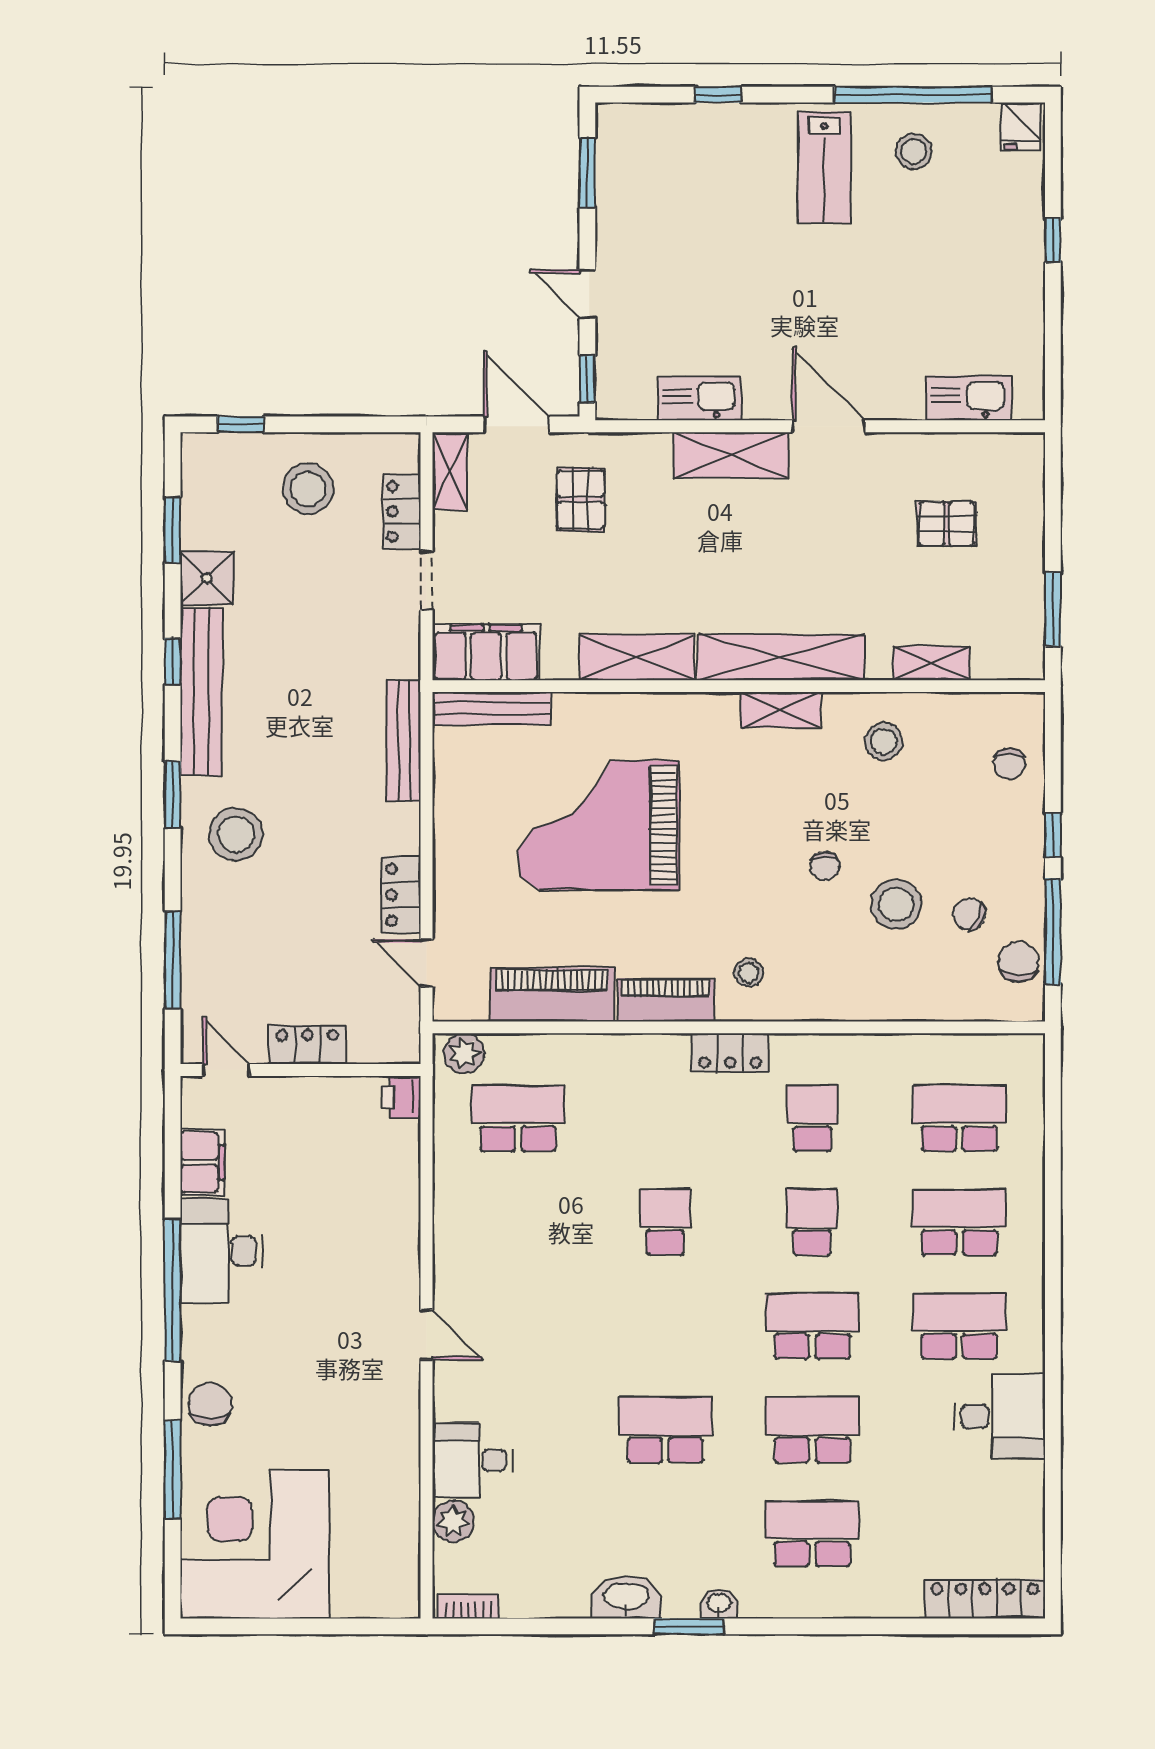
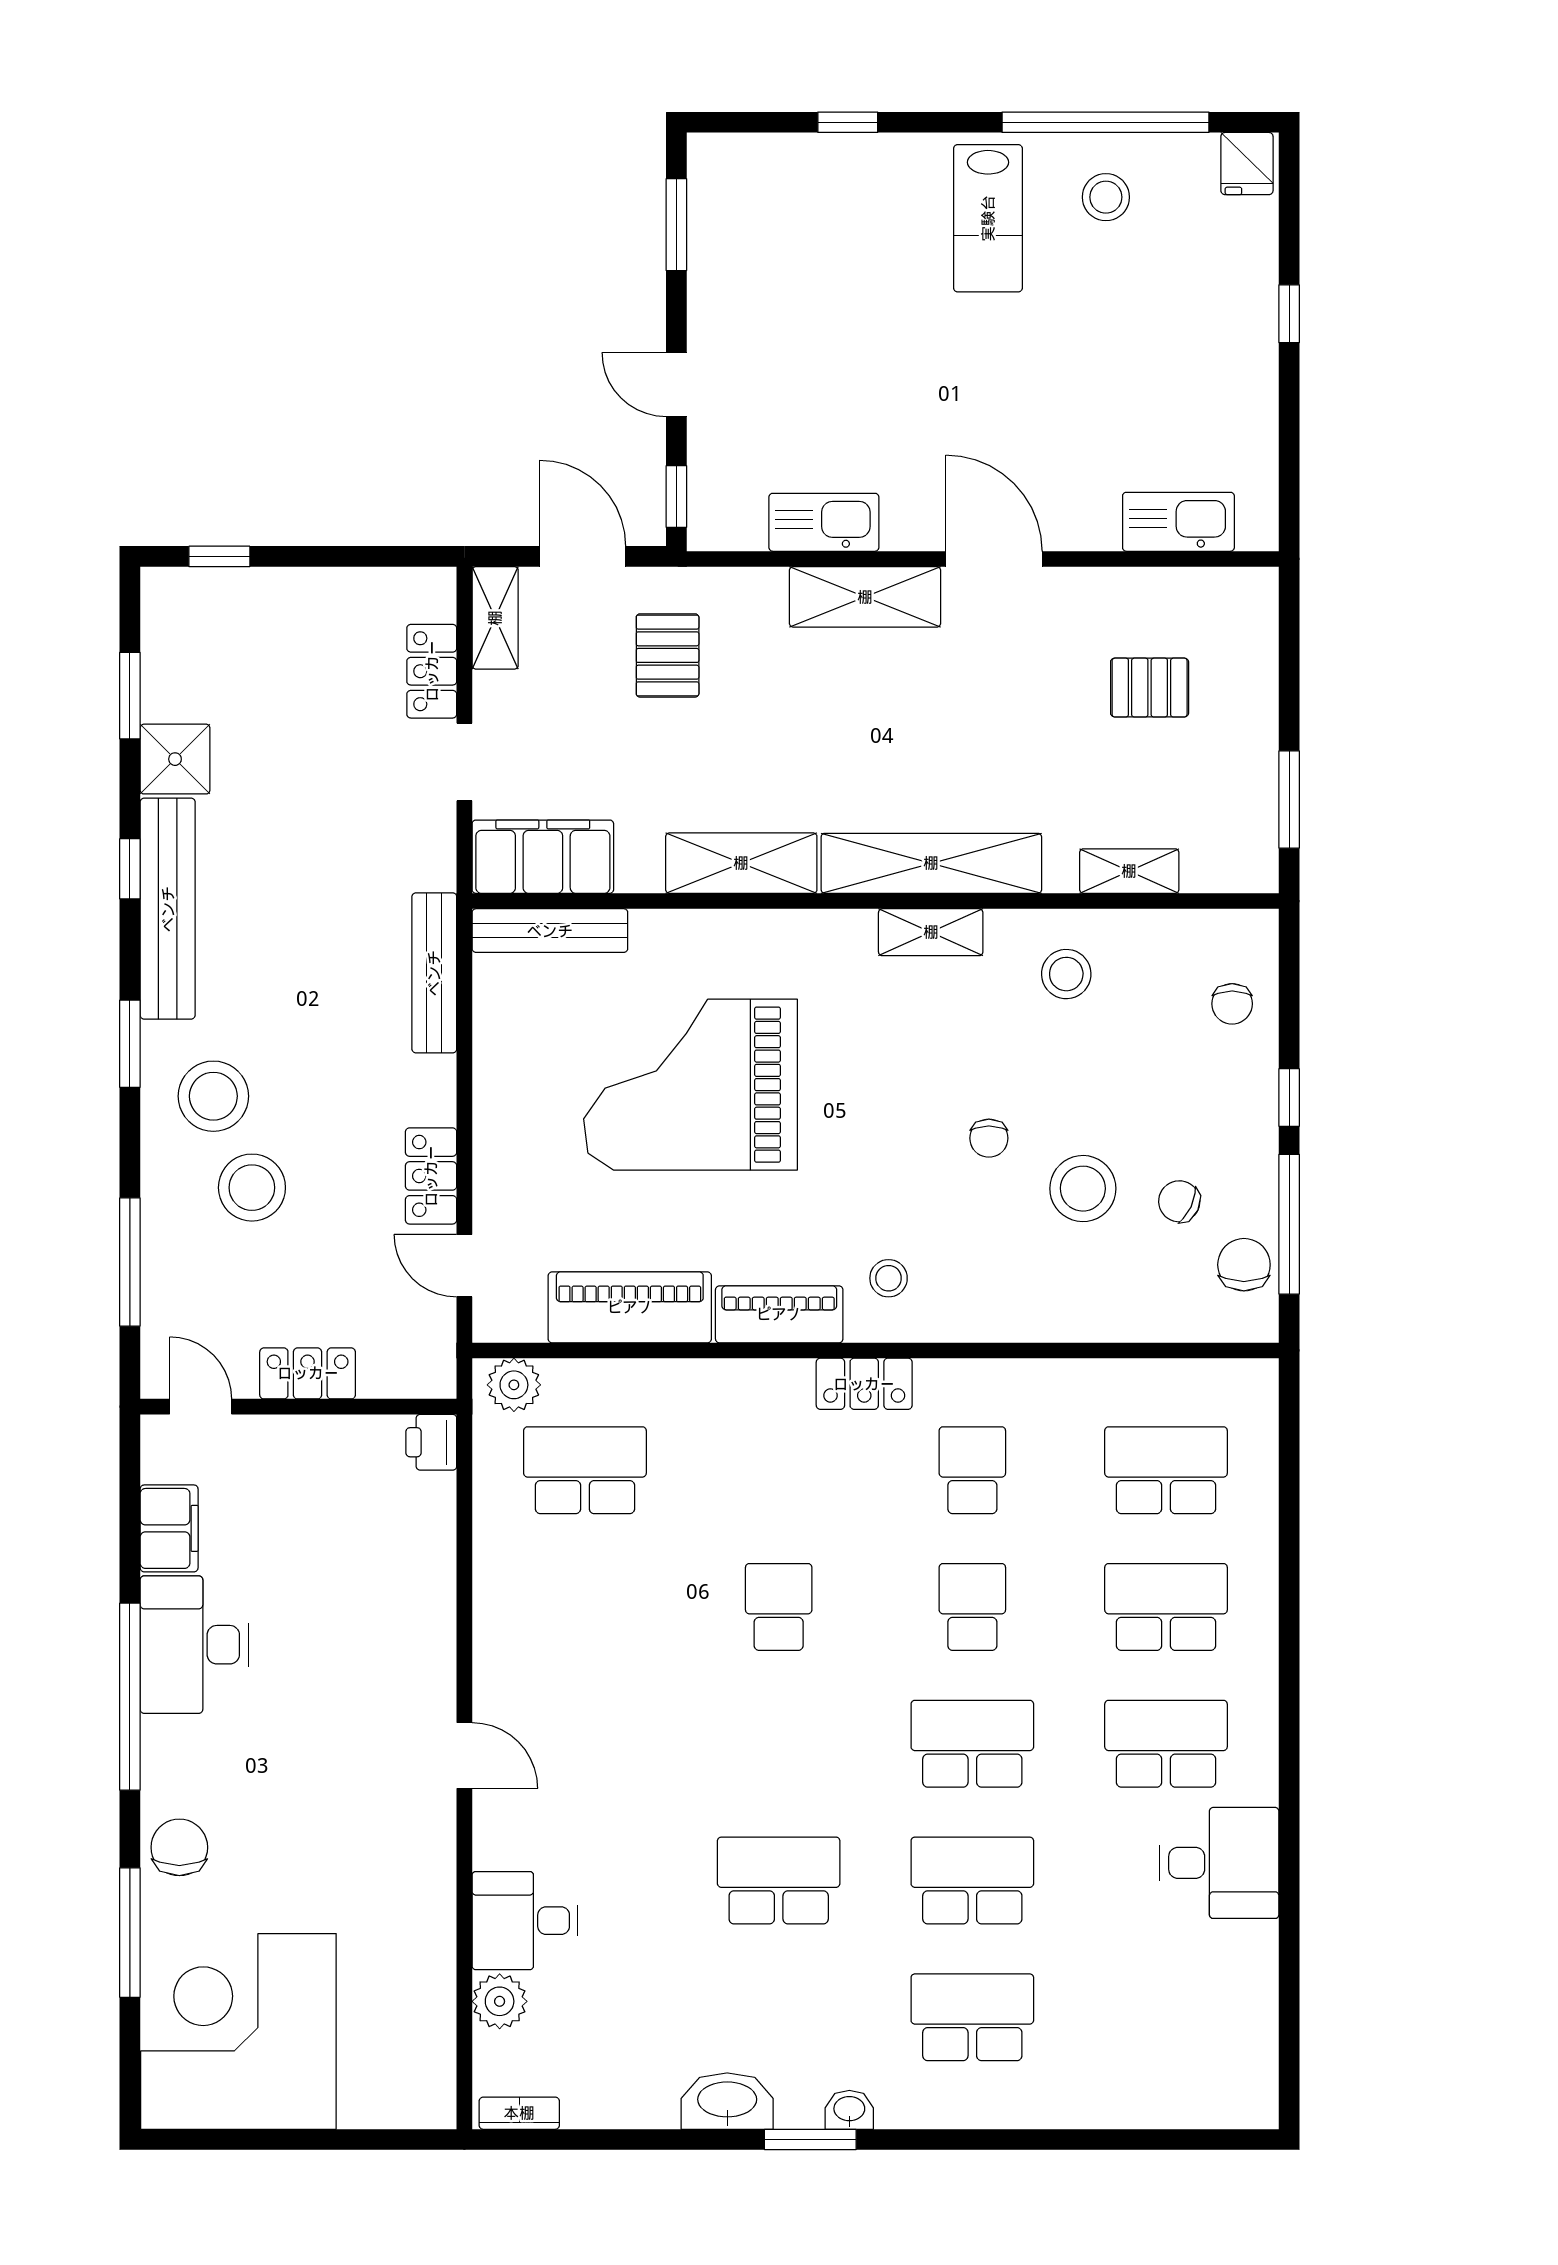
stool: (308, 489) -> (252, 1188), moved
locker: (985, 1599) -> (1200, 2103), removed

